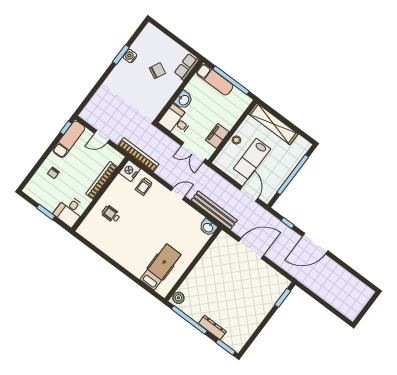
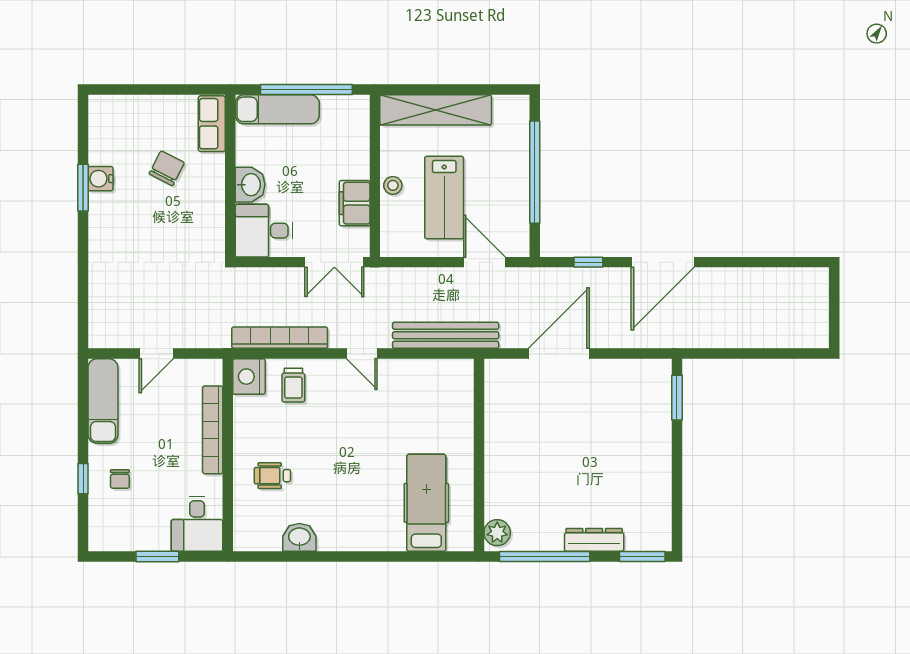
window: (66, 128) -> (83, 479), moved
bookcase: (138, 155) -> (280, 338), moved
door: (178, 194) -> (362, 354), swing flipped
washbasin: (208, 227) -> (299, 537), moved, turned 180

